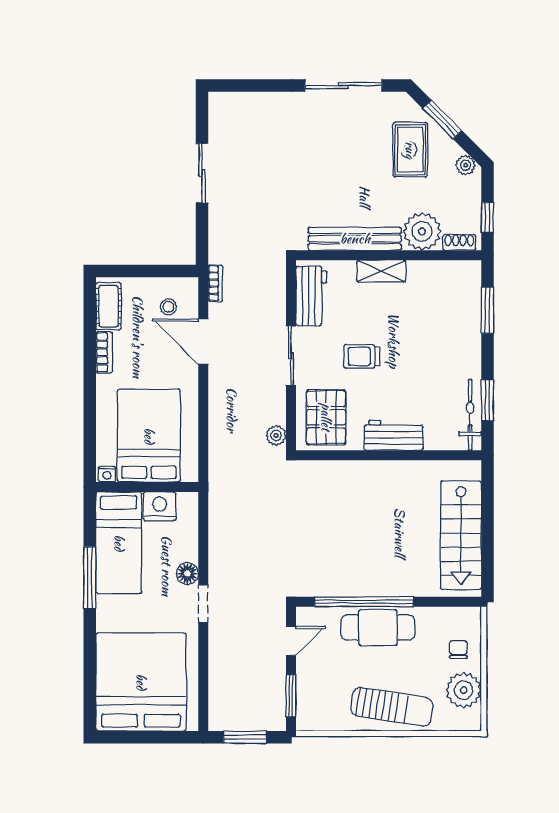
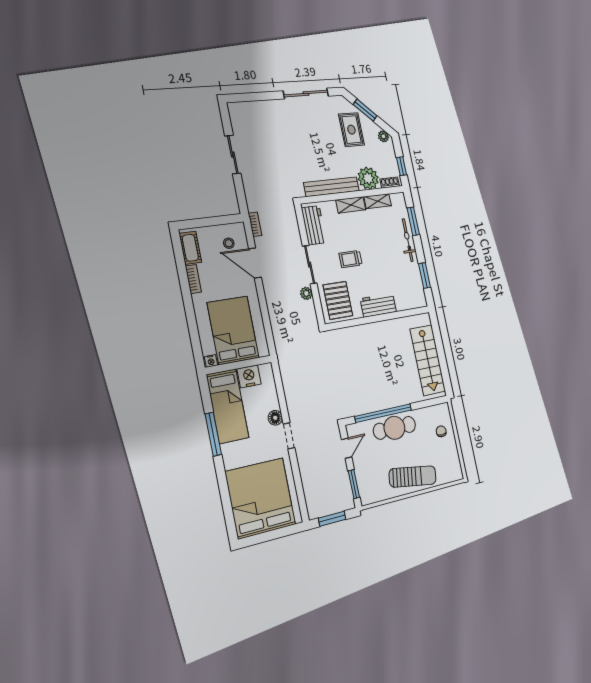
shelving: (431, 270) -> (378, 201), added
bicycle: (470, 415) -> (408, 240), moved
plant: (276, 435) -> (306, 293), moved
plant: (464, 690) -> (449, 456), removed

